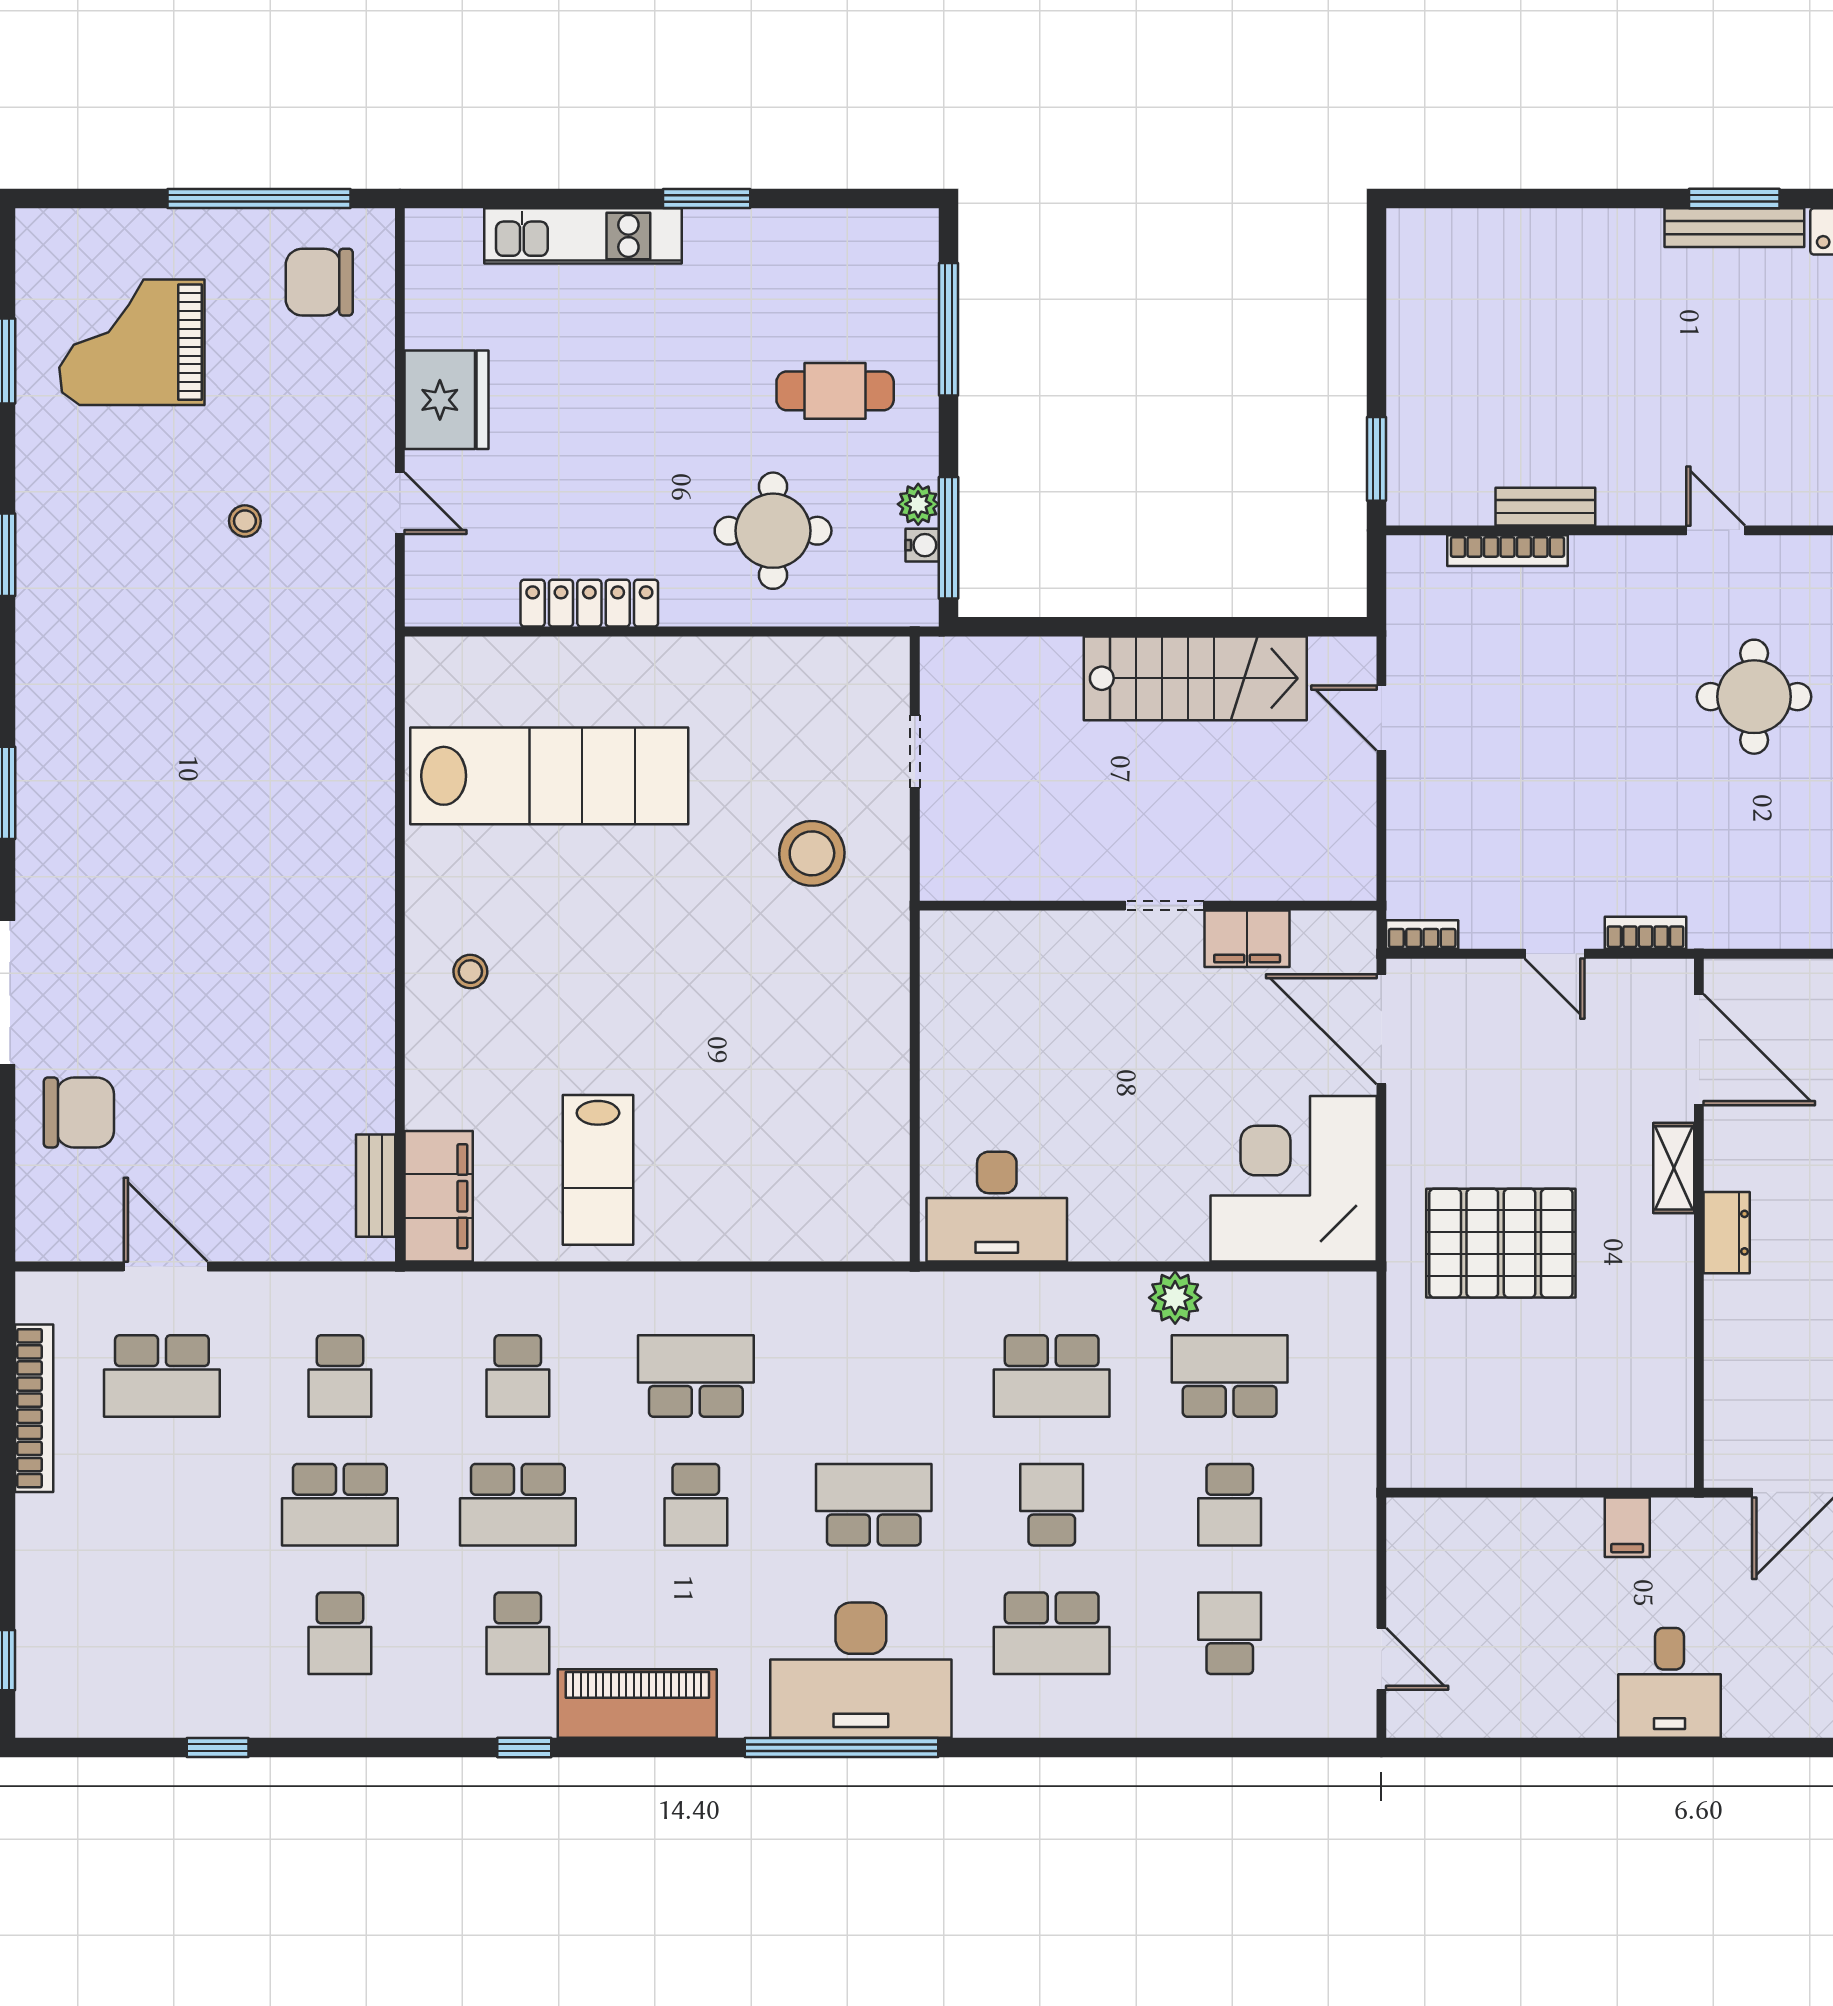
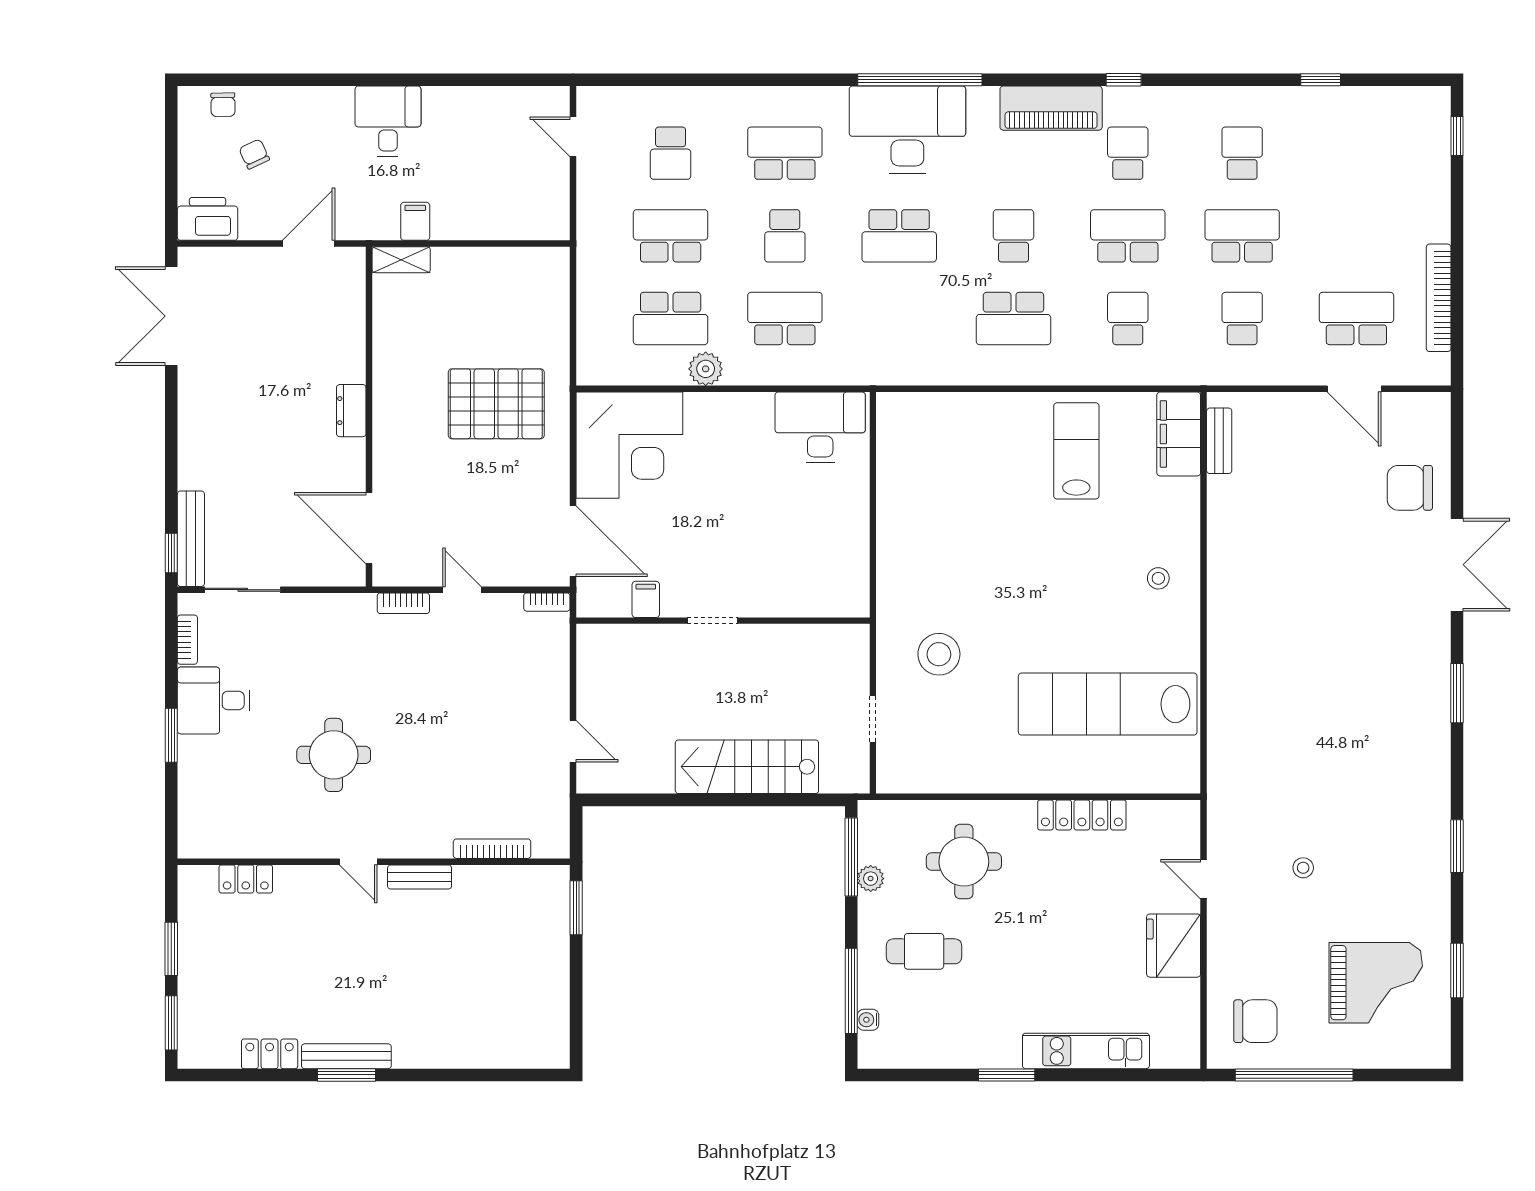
bench: (1545, 507) -> (420, 877), moved
water cooler: (922, 545) -> (868, 1020), moved
stairs: (1195, 678) -> (747, 767), moved
filing cabinet: (1247, 939) -> (646, 599), width x0.50
shelving: (1674, 1168) -> (401, 260), moved, turned 90
school desk: (1230, 1505) -> (671, 236), width x1.85

